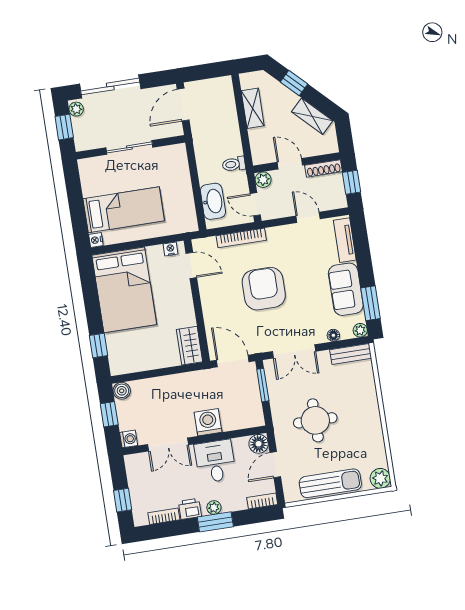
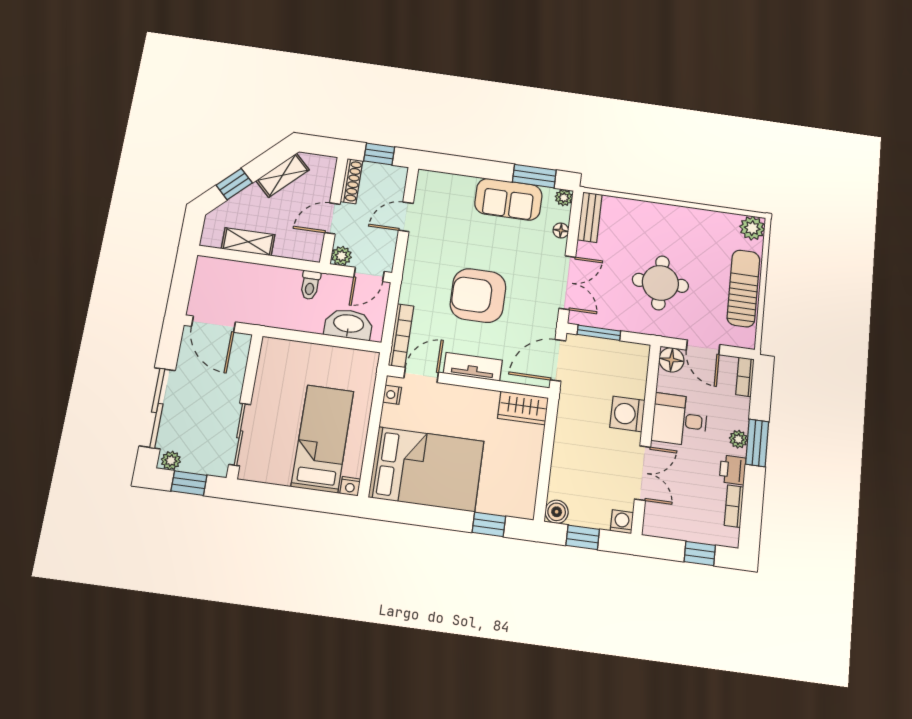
sliding door: (129, 147) -> (240, 434), moved
bookcase: (241, 238) -> (401, 336), moved
tv unit: (345, 240) -> (473, 367), moved, turned 180

